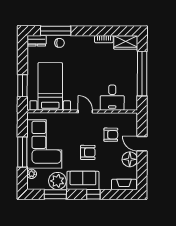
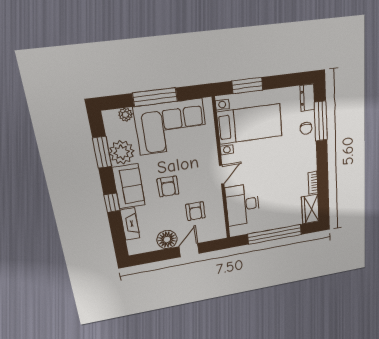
desk: (112, 98) -> (243, 205), width x1.37
fireplace: (124, 184) -> (130, 224), moved

